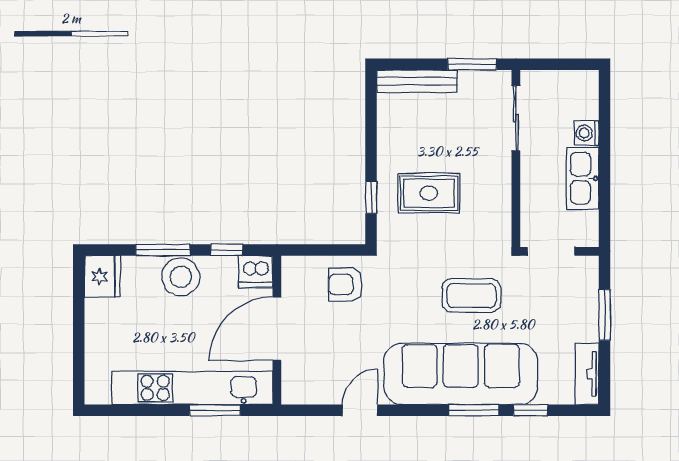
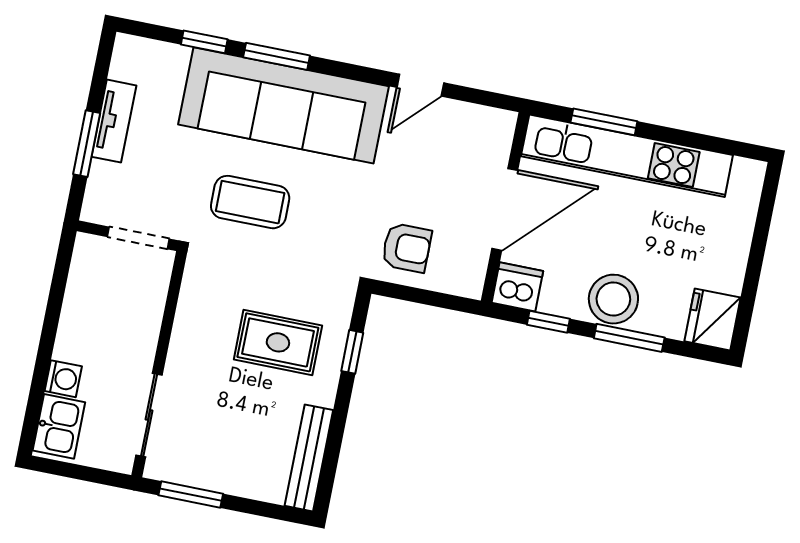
bench: (417, 81) -> (309, 458), moved, turned 90
kitchen sink: (583, 178) -> (59, 426), moved, width x0.73
tv unit: (587, 374) -> (114, 121), moved

